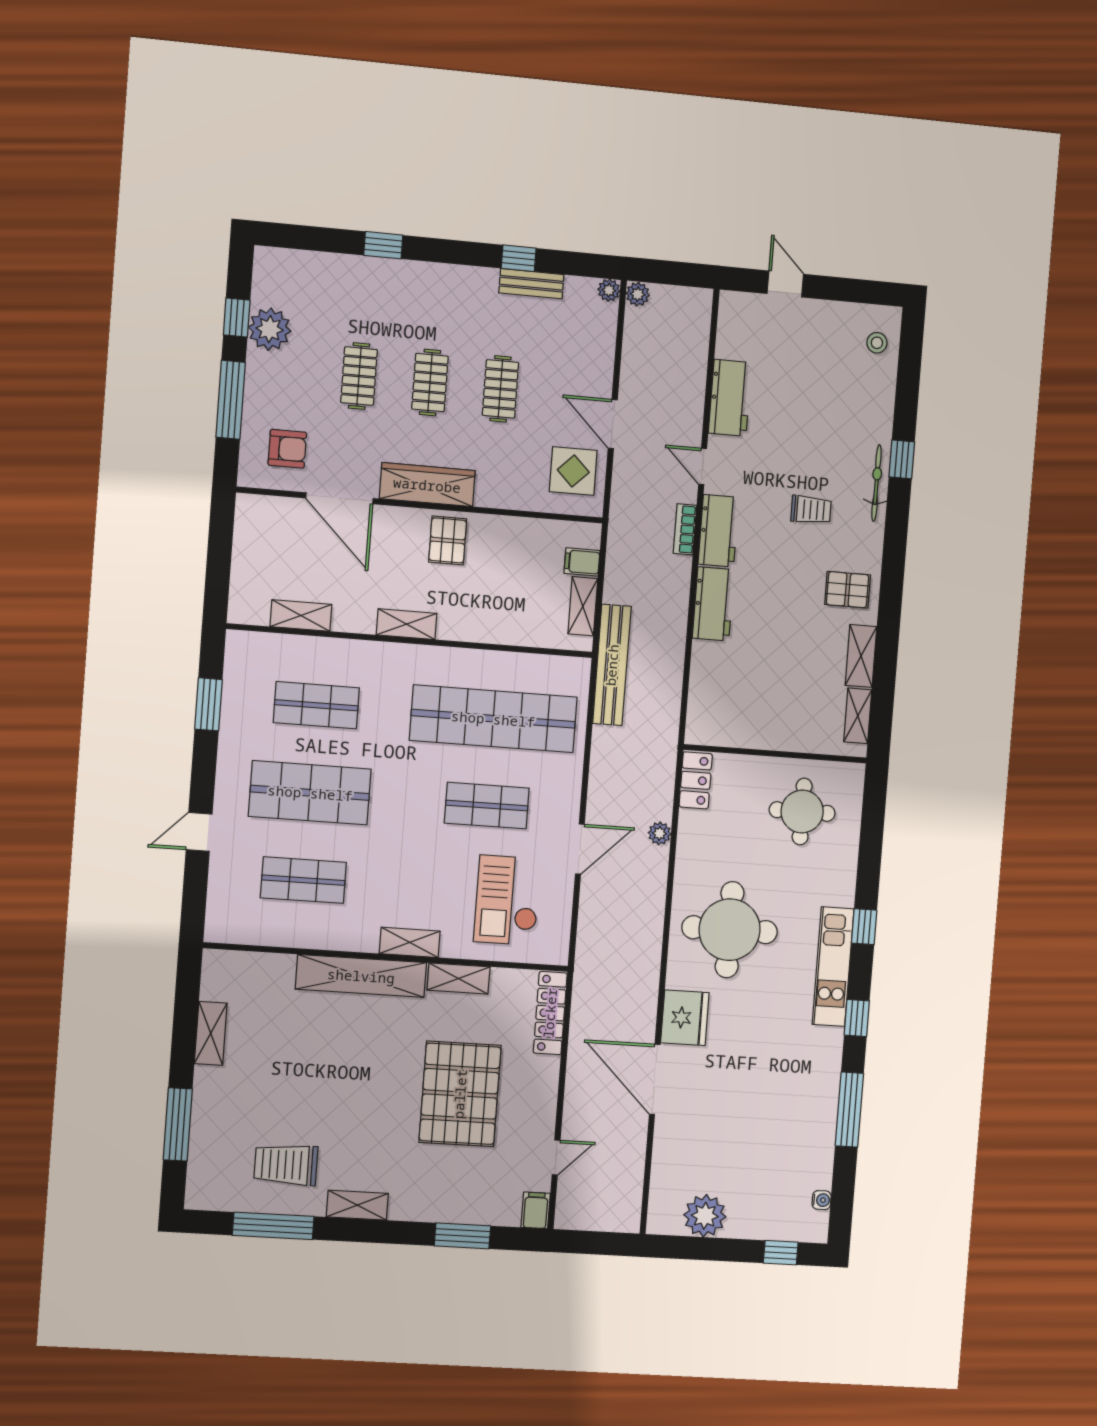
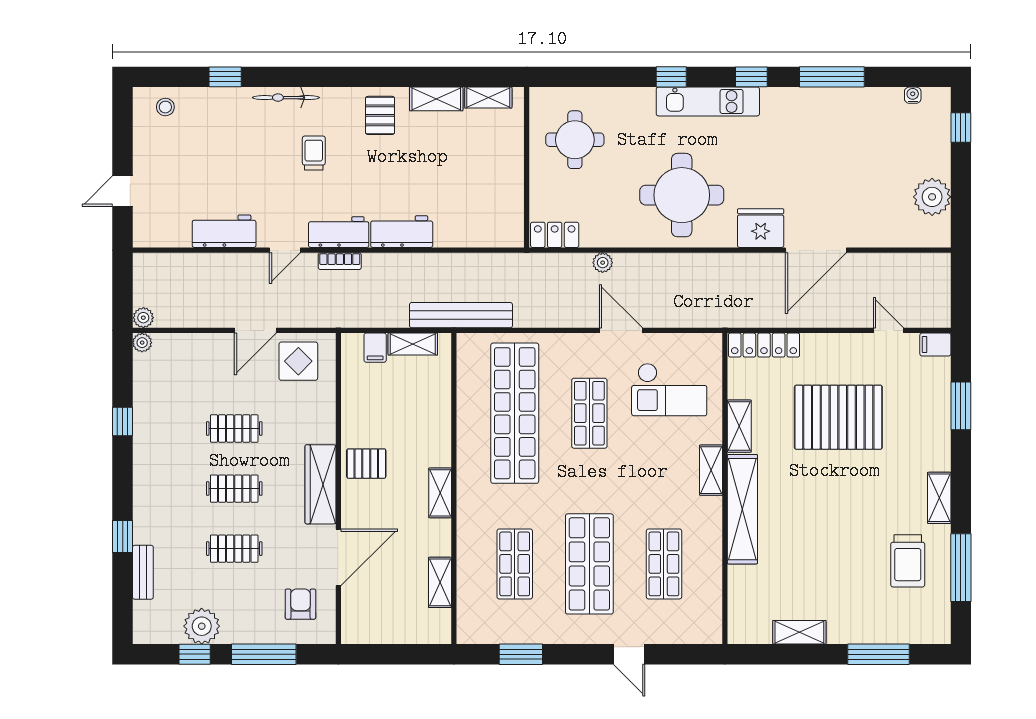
bench: (531, 284) -> (143, 572), moved
window: (902, 459) -> (225, 77), moved

